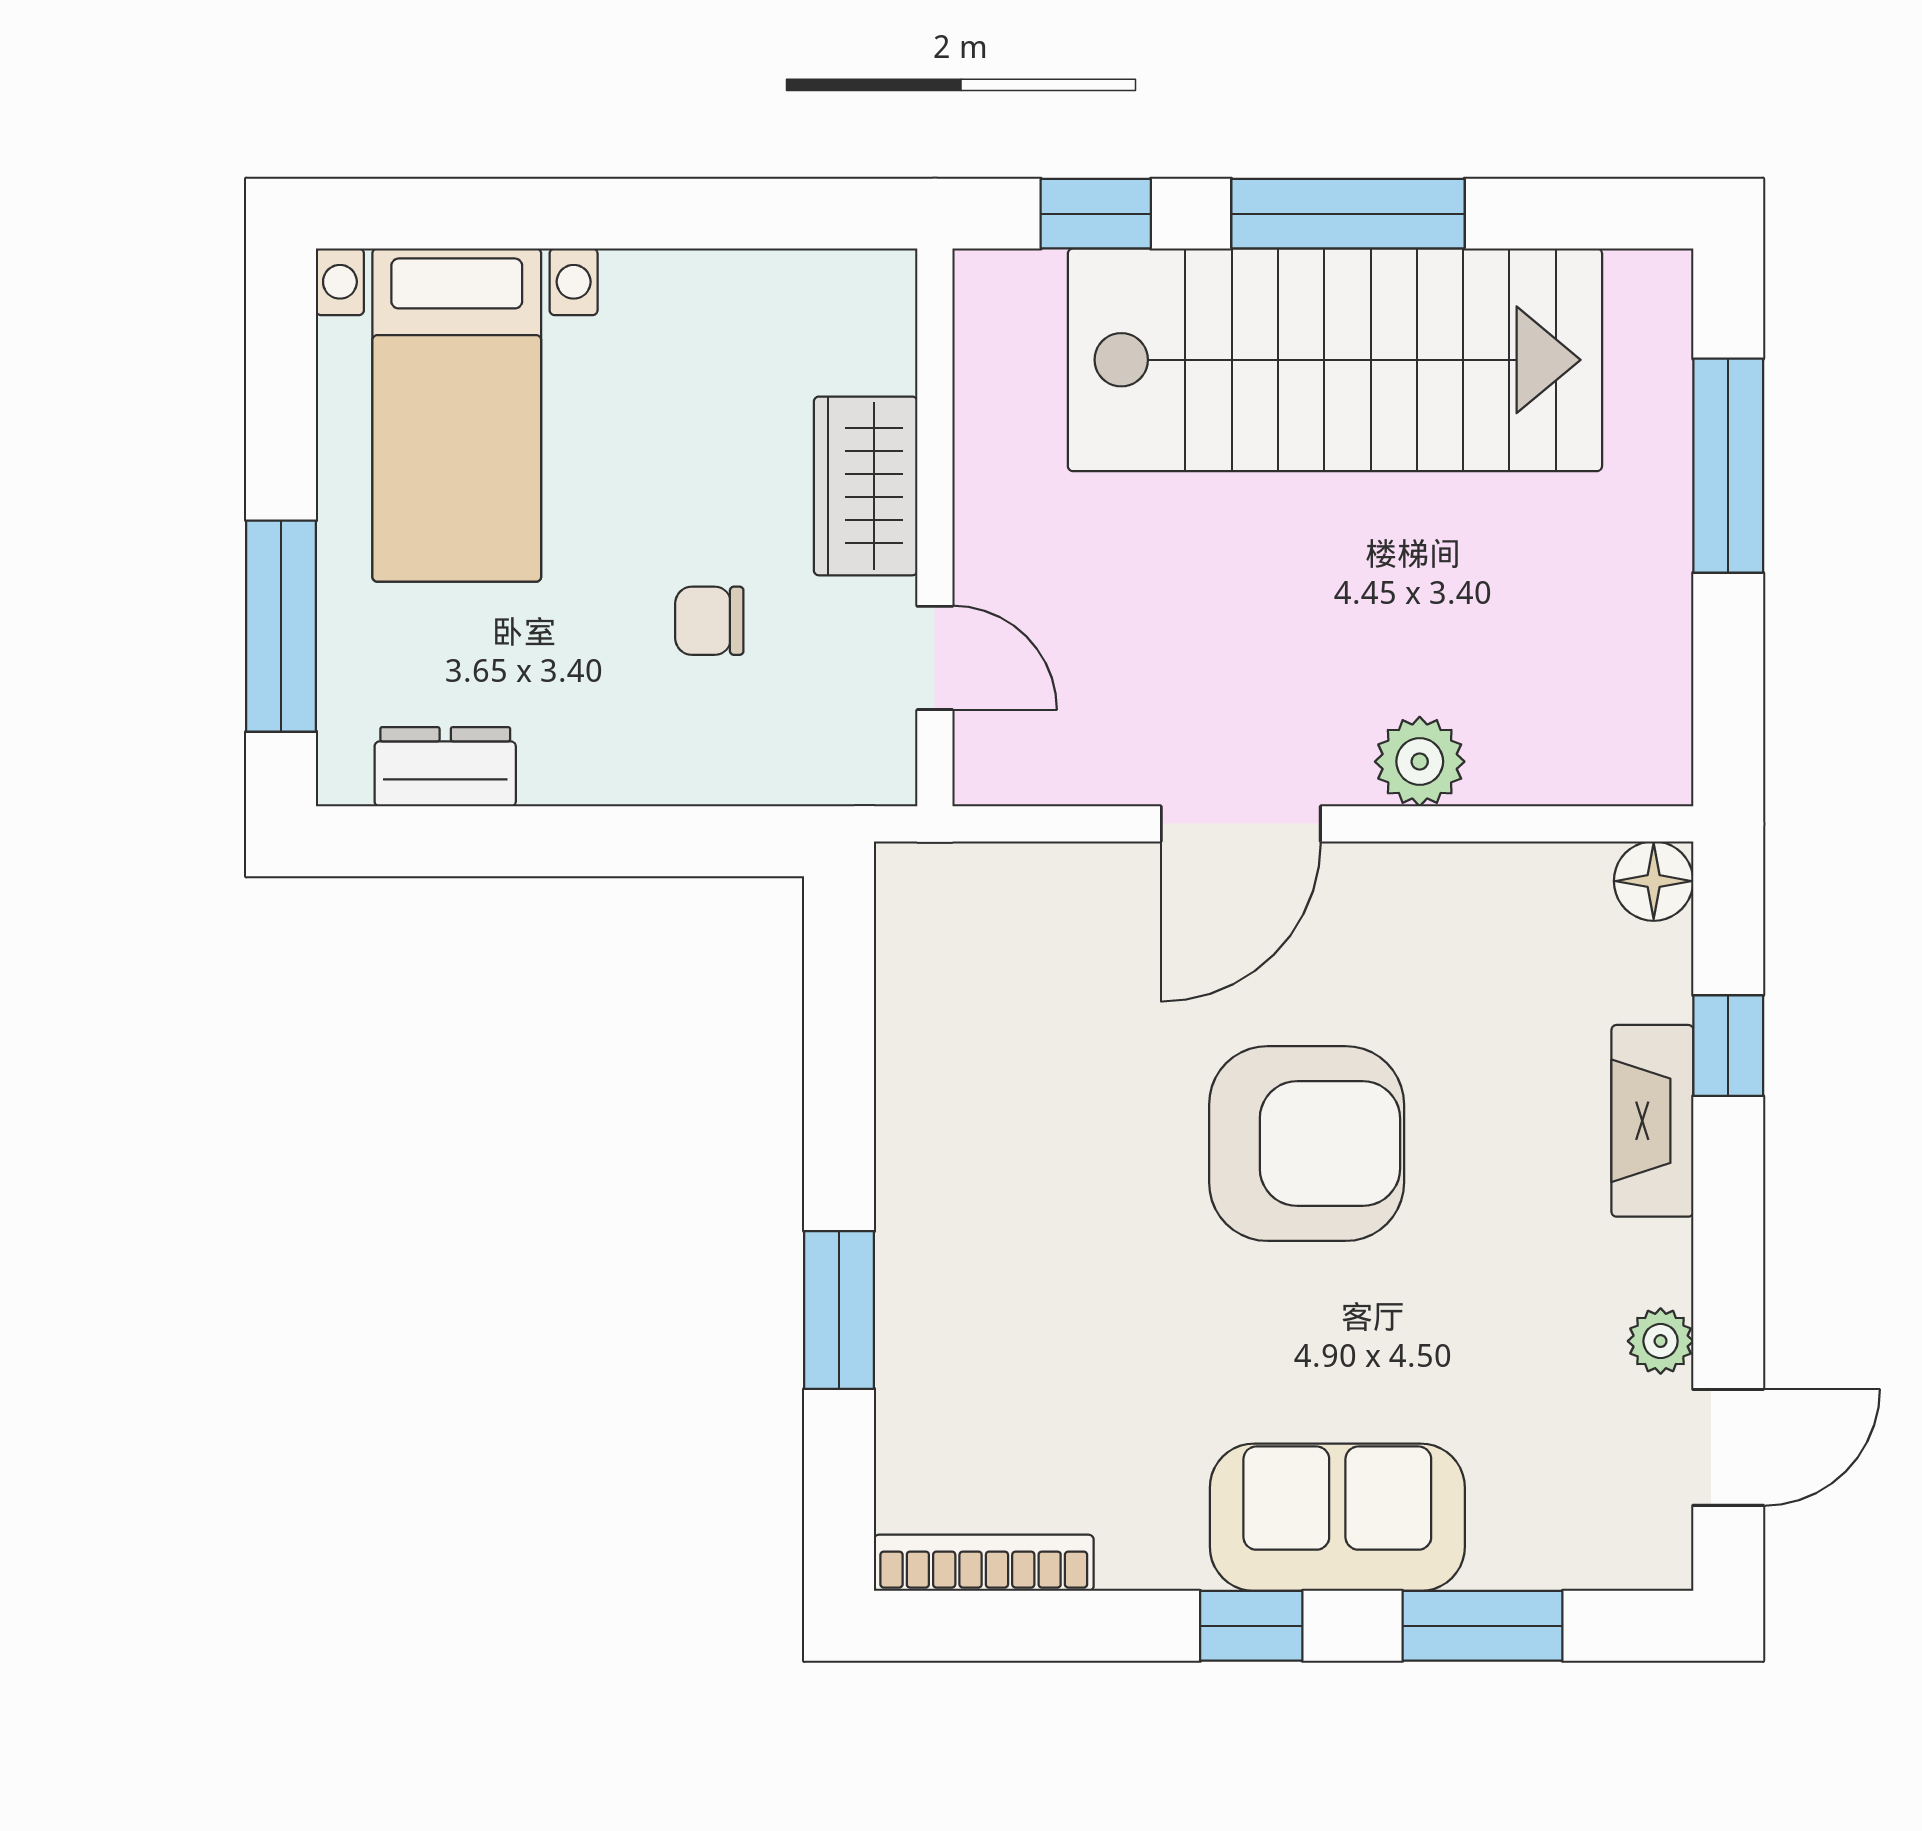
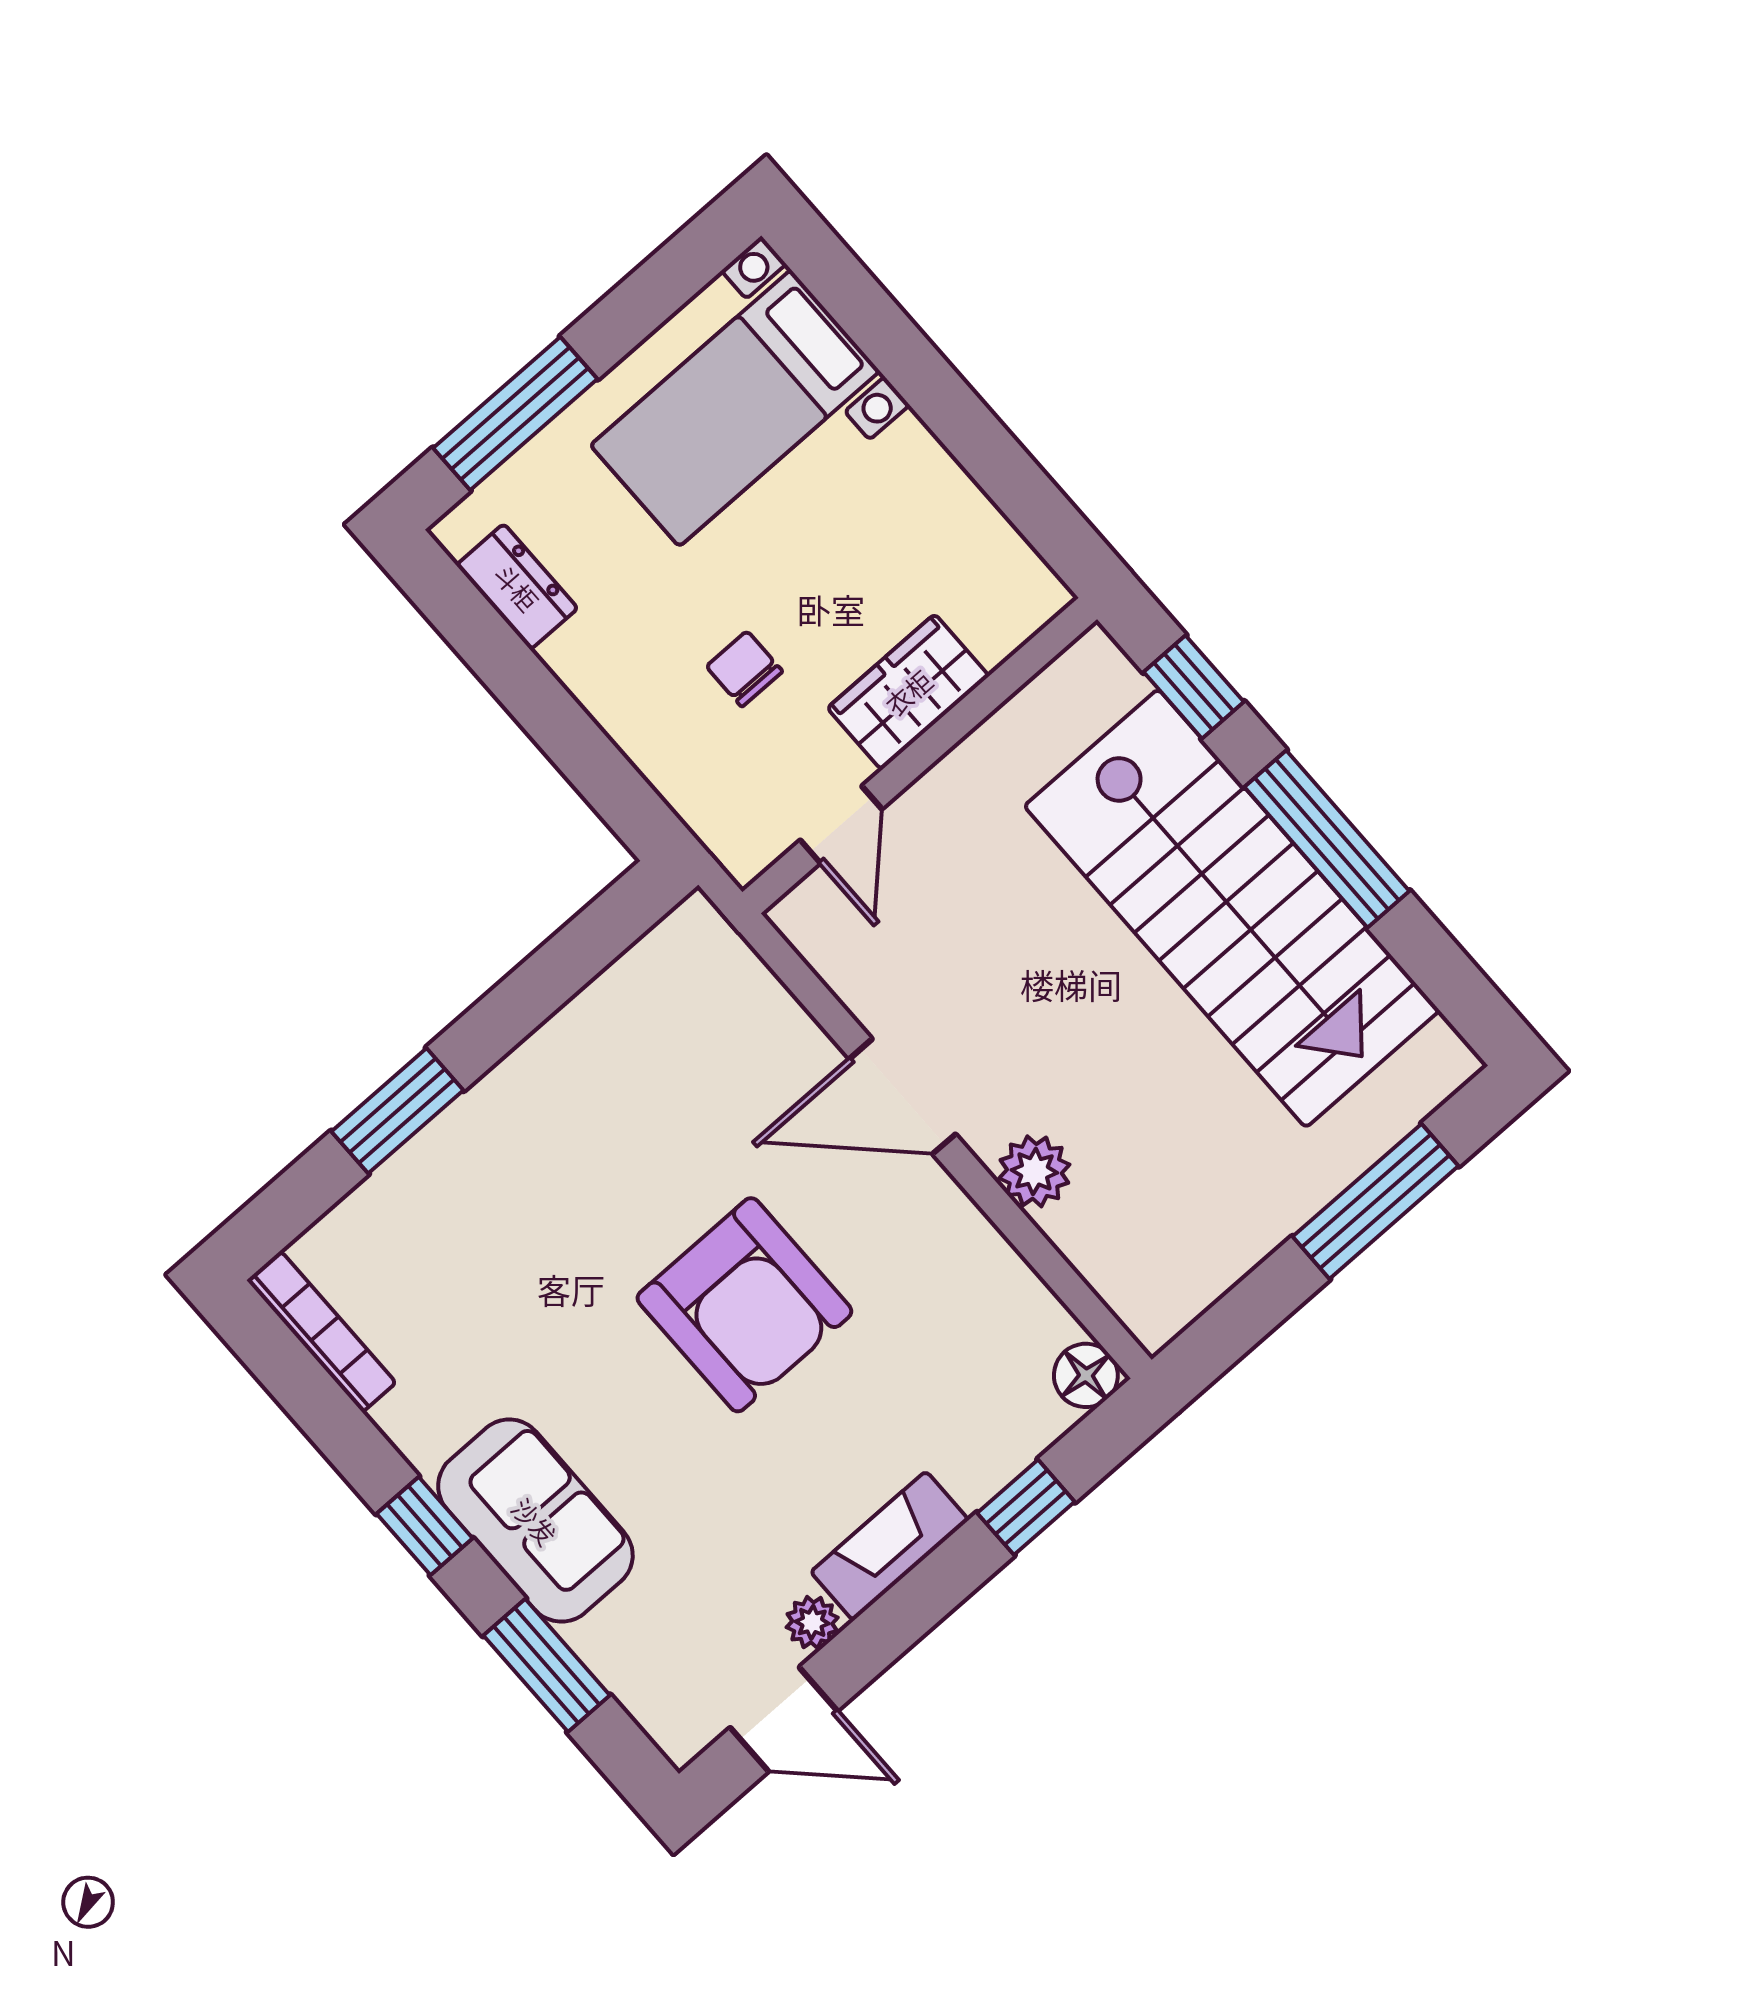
fireplace: (1652, 1121) -> (890, 1546), moved

